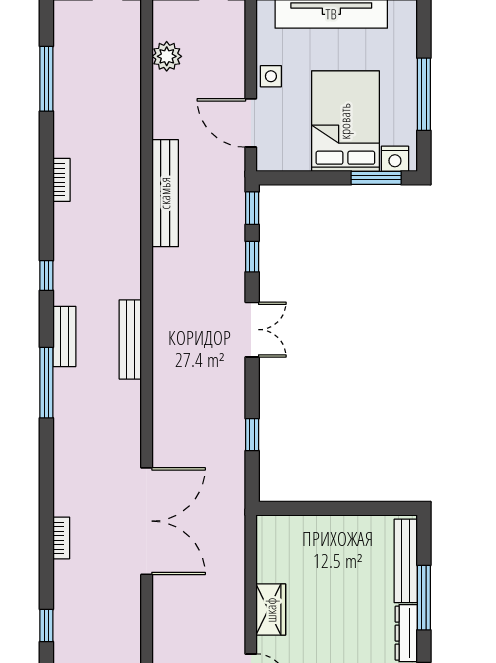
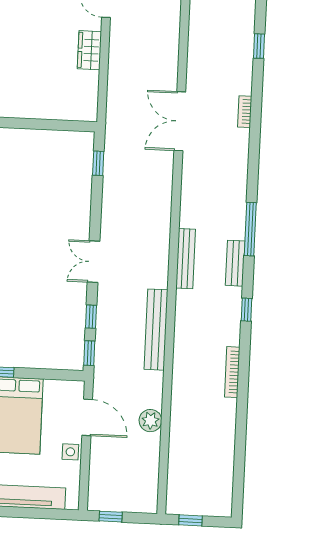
plant: (167, 56) -> (150, 421), moved
window: (46, 79) -> (240, 458), removed
bookcase: (61, 180) -> (232, 372), width x1.56
bench: (165, 193) -> (156, 330), moved
window: (252, 435) -> (98, 163), moved
double door: (147, 521) -> (180, 121), width x0.73

